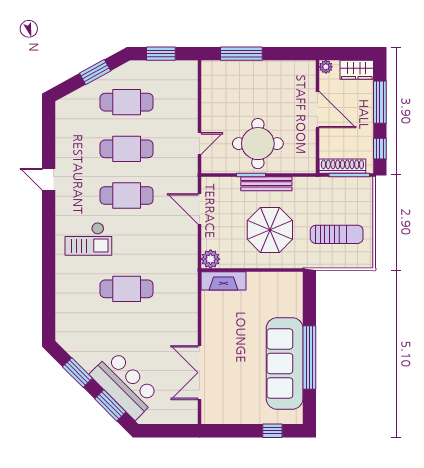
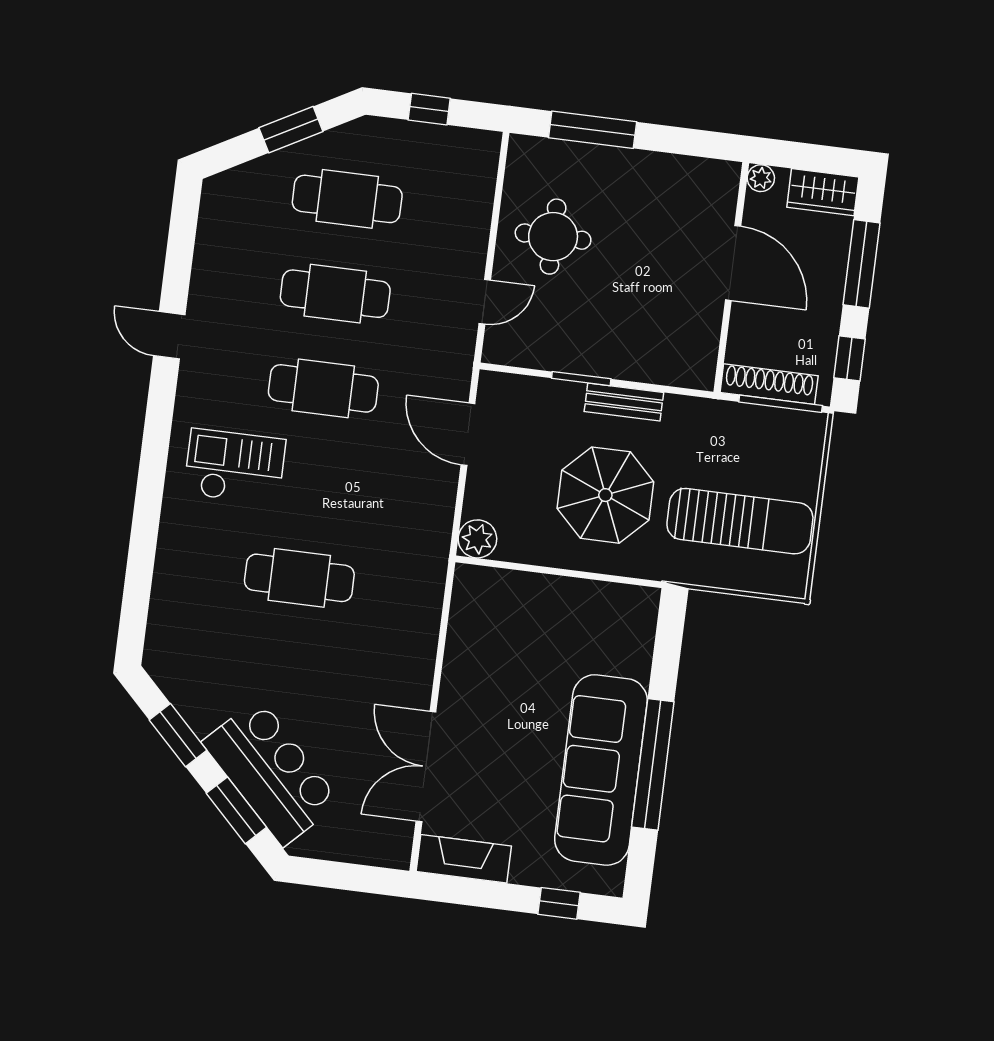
window: (161, 54) -> (429, 109), width x0.67
round table: (258, 144) -> (553, 237), moved, width x0.73, depth x0.73
bench: (266, 184) -> (624, 402), width x0.73
sun lounger: (337, 234) -> (740, 521), width x1.36, depth x1.34
checkout: (88, 239) -> (235, 467), turned 180
fireplace: (223, 281) -> (464, 859), moved, turned 180

